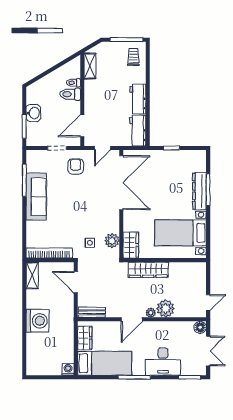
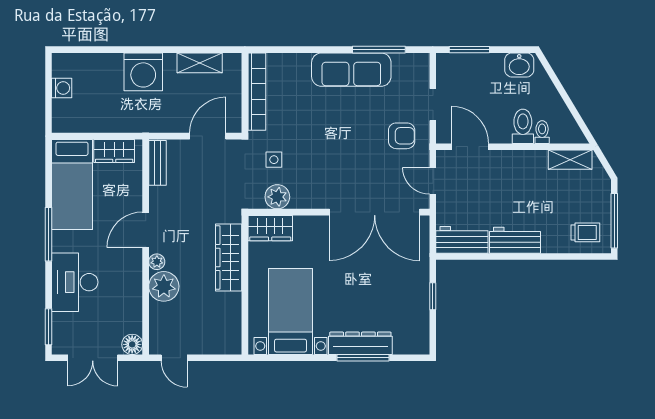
washbasin: (33, 113) -> (519, 65), moved
shelving: (32, 275) -> (200, 63), moved
door: (132, 319) -> (146, 230), hinge flipped
washing machine: (68, 369) -> (62, 88), moved

